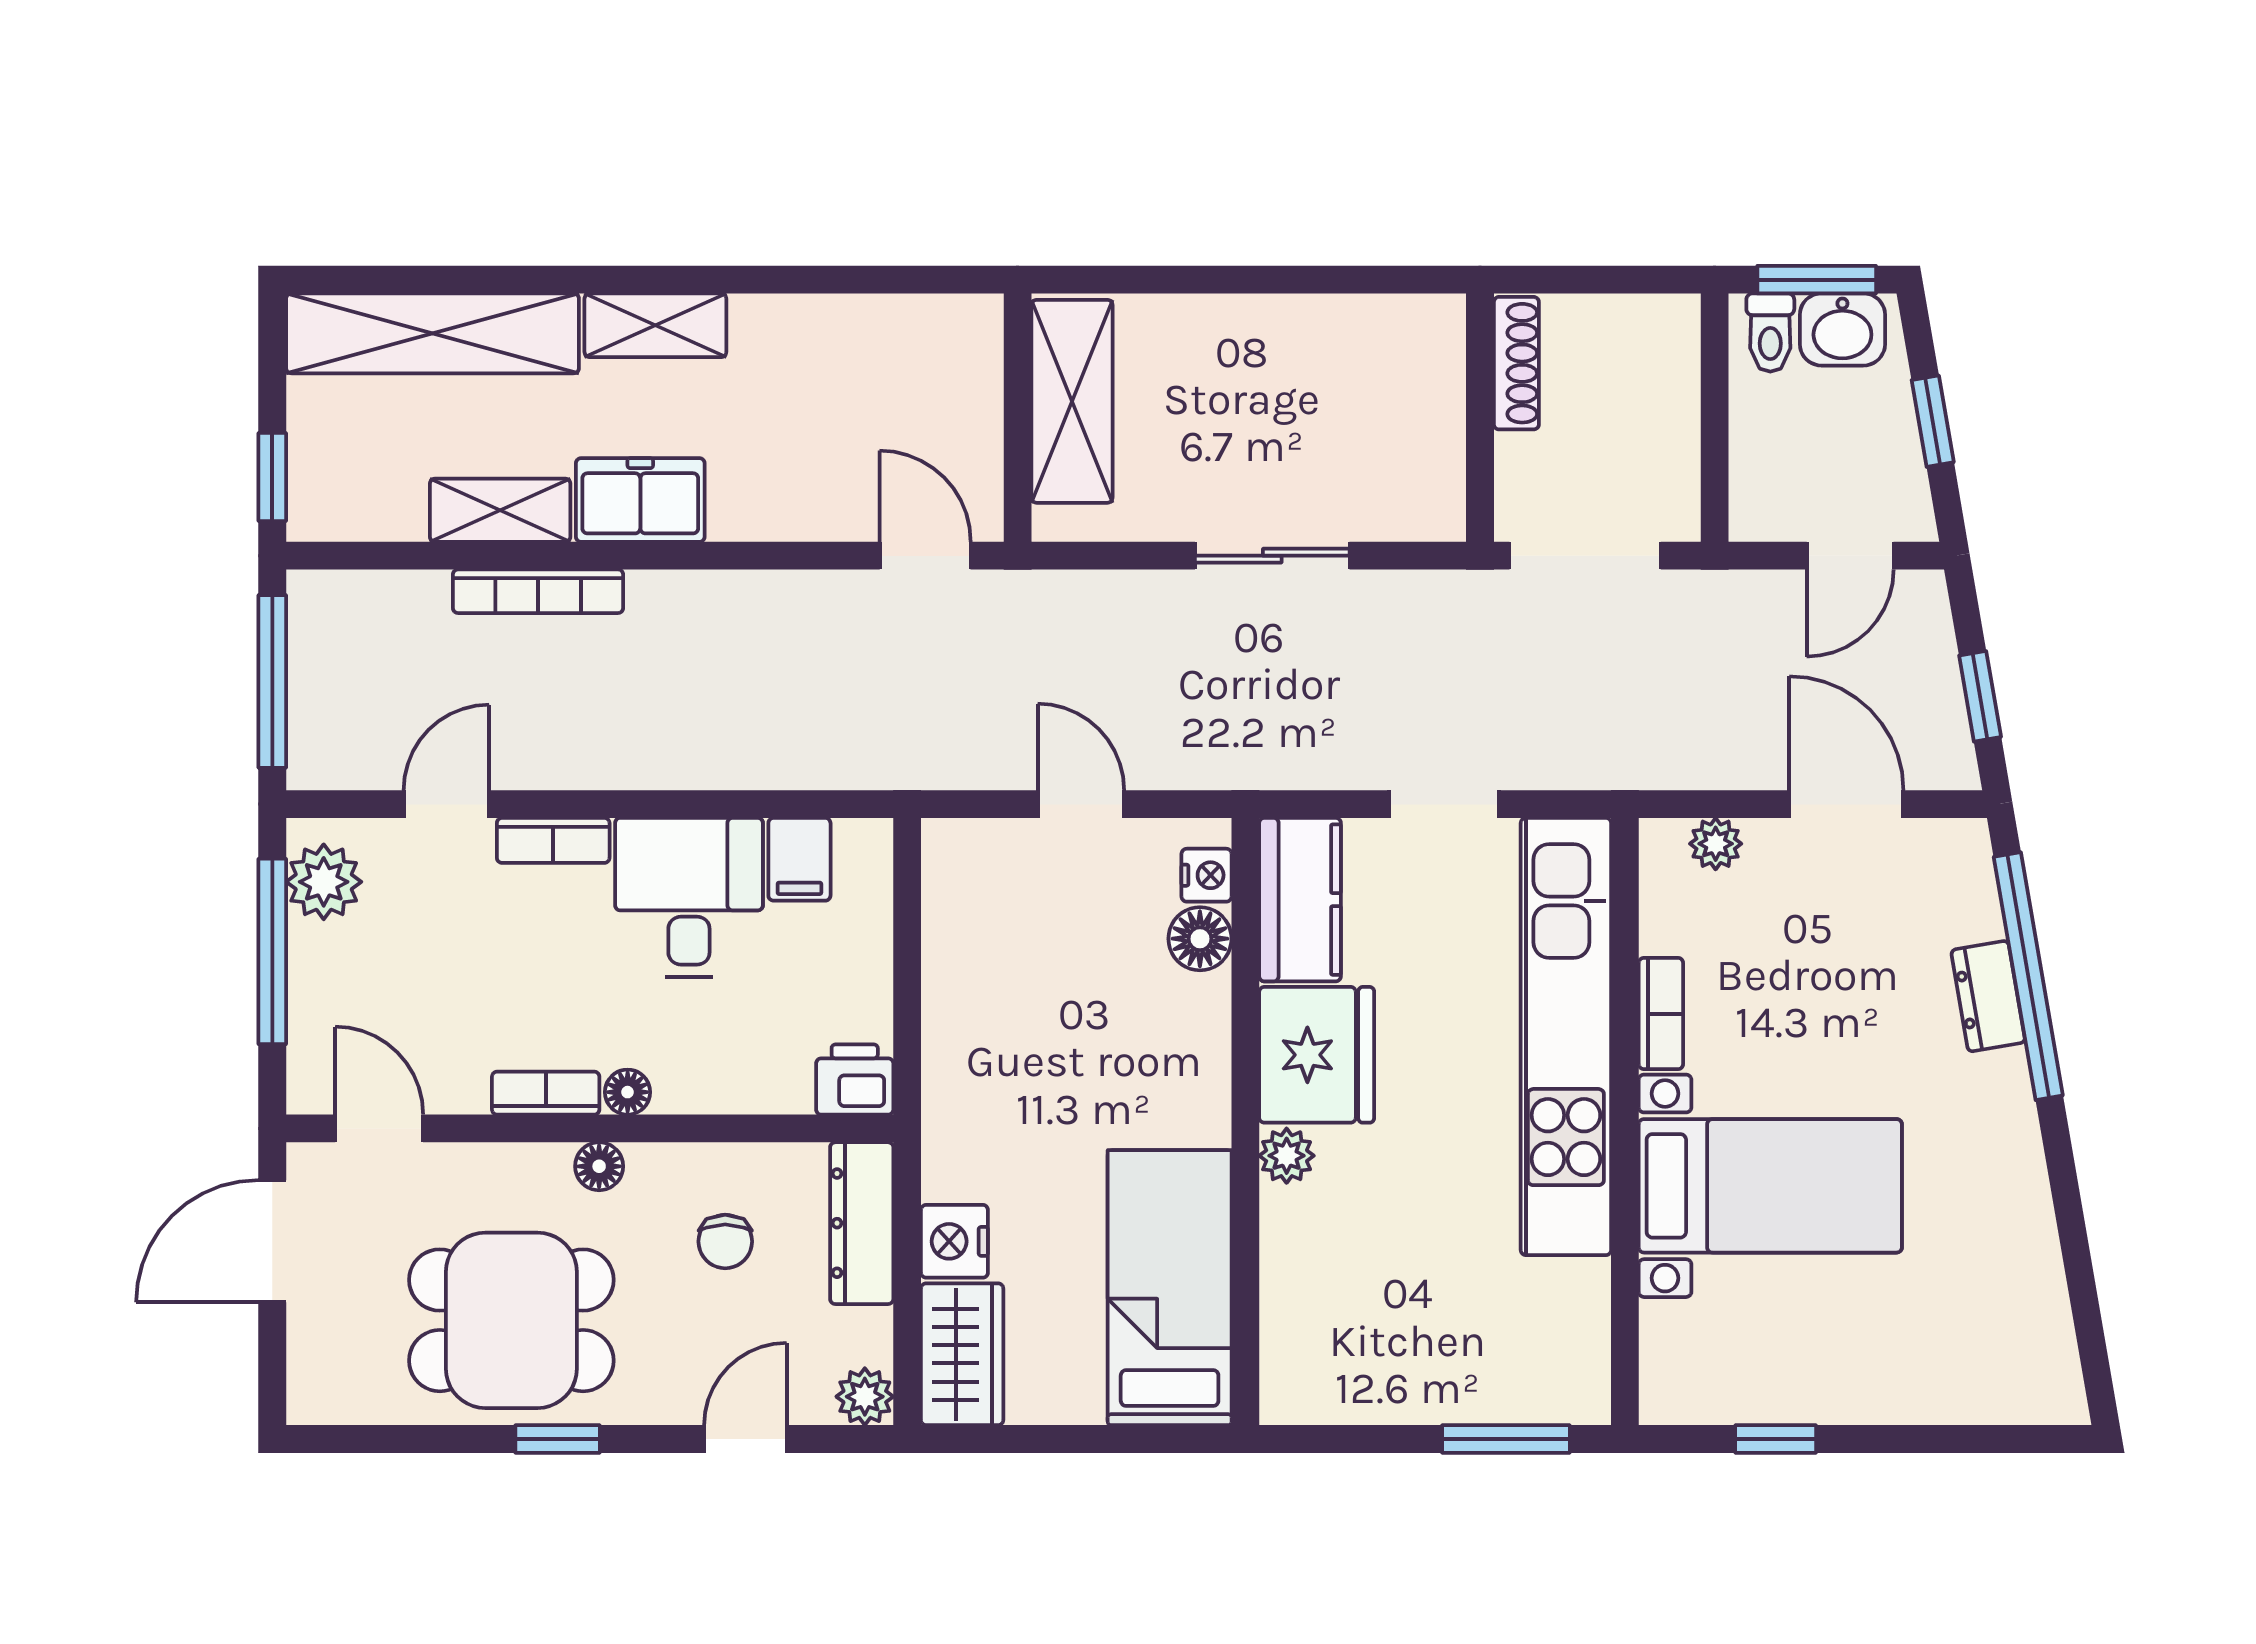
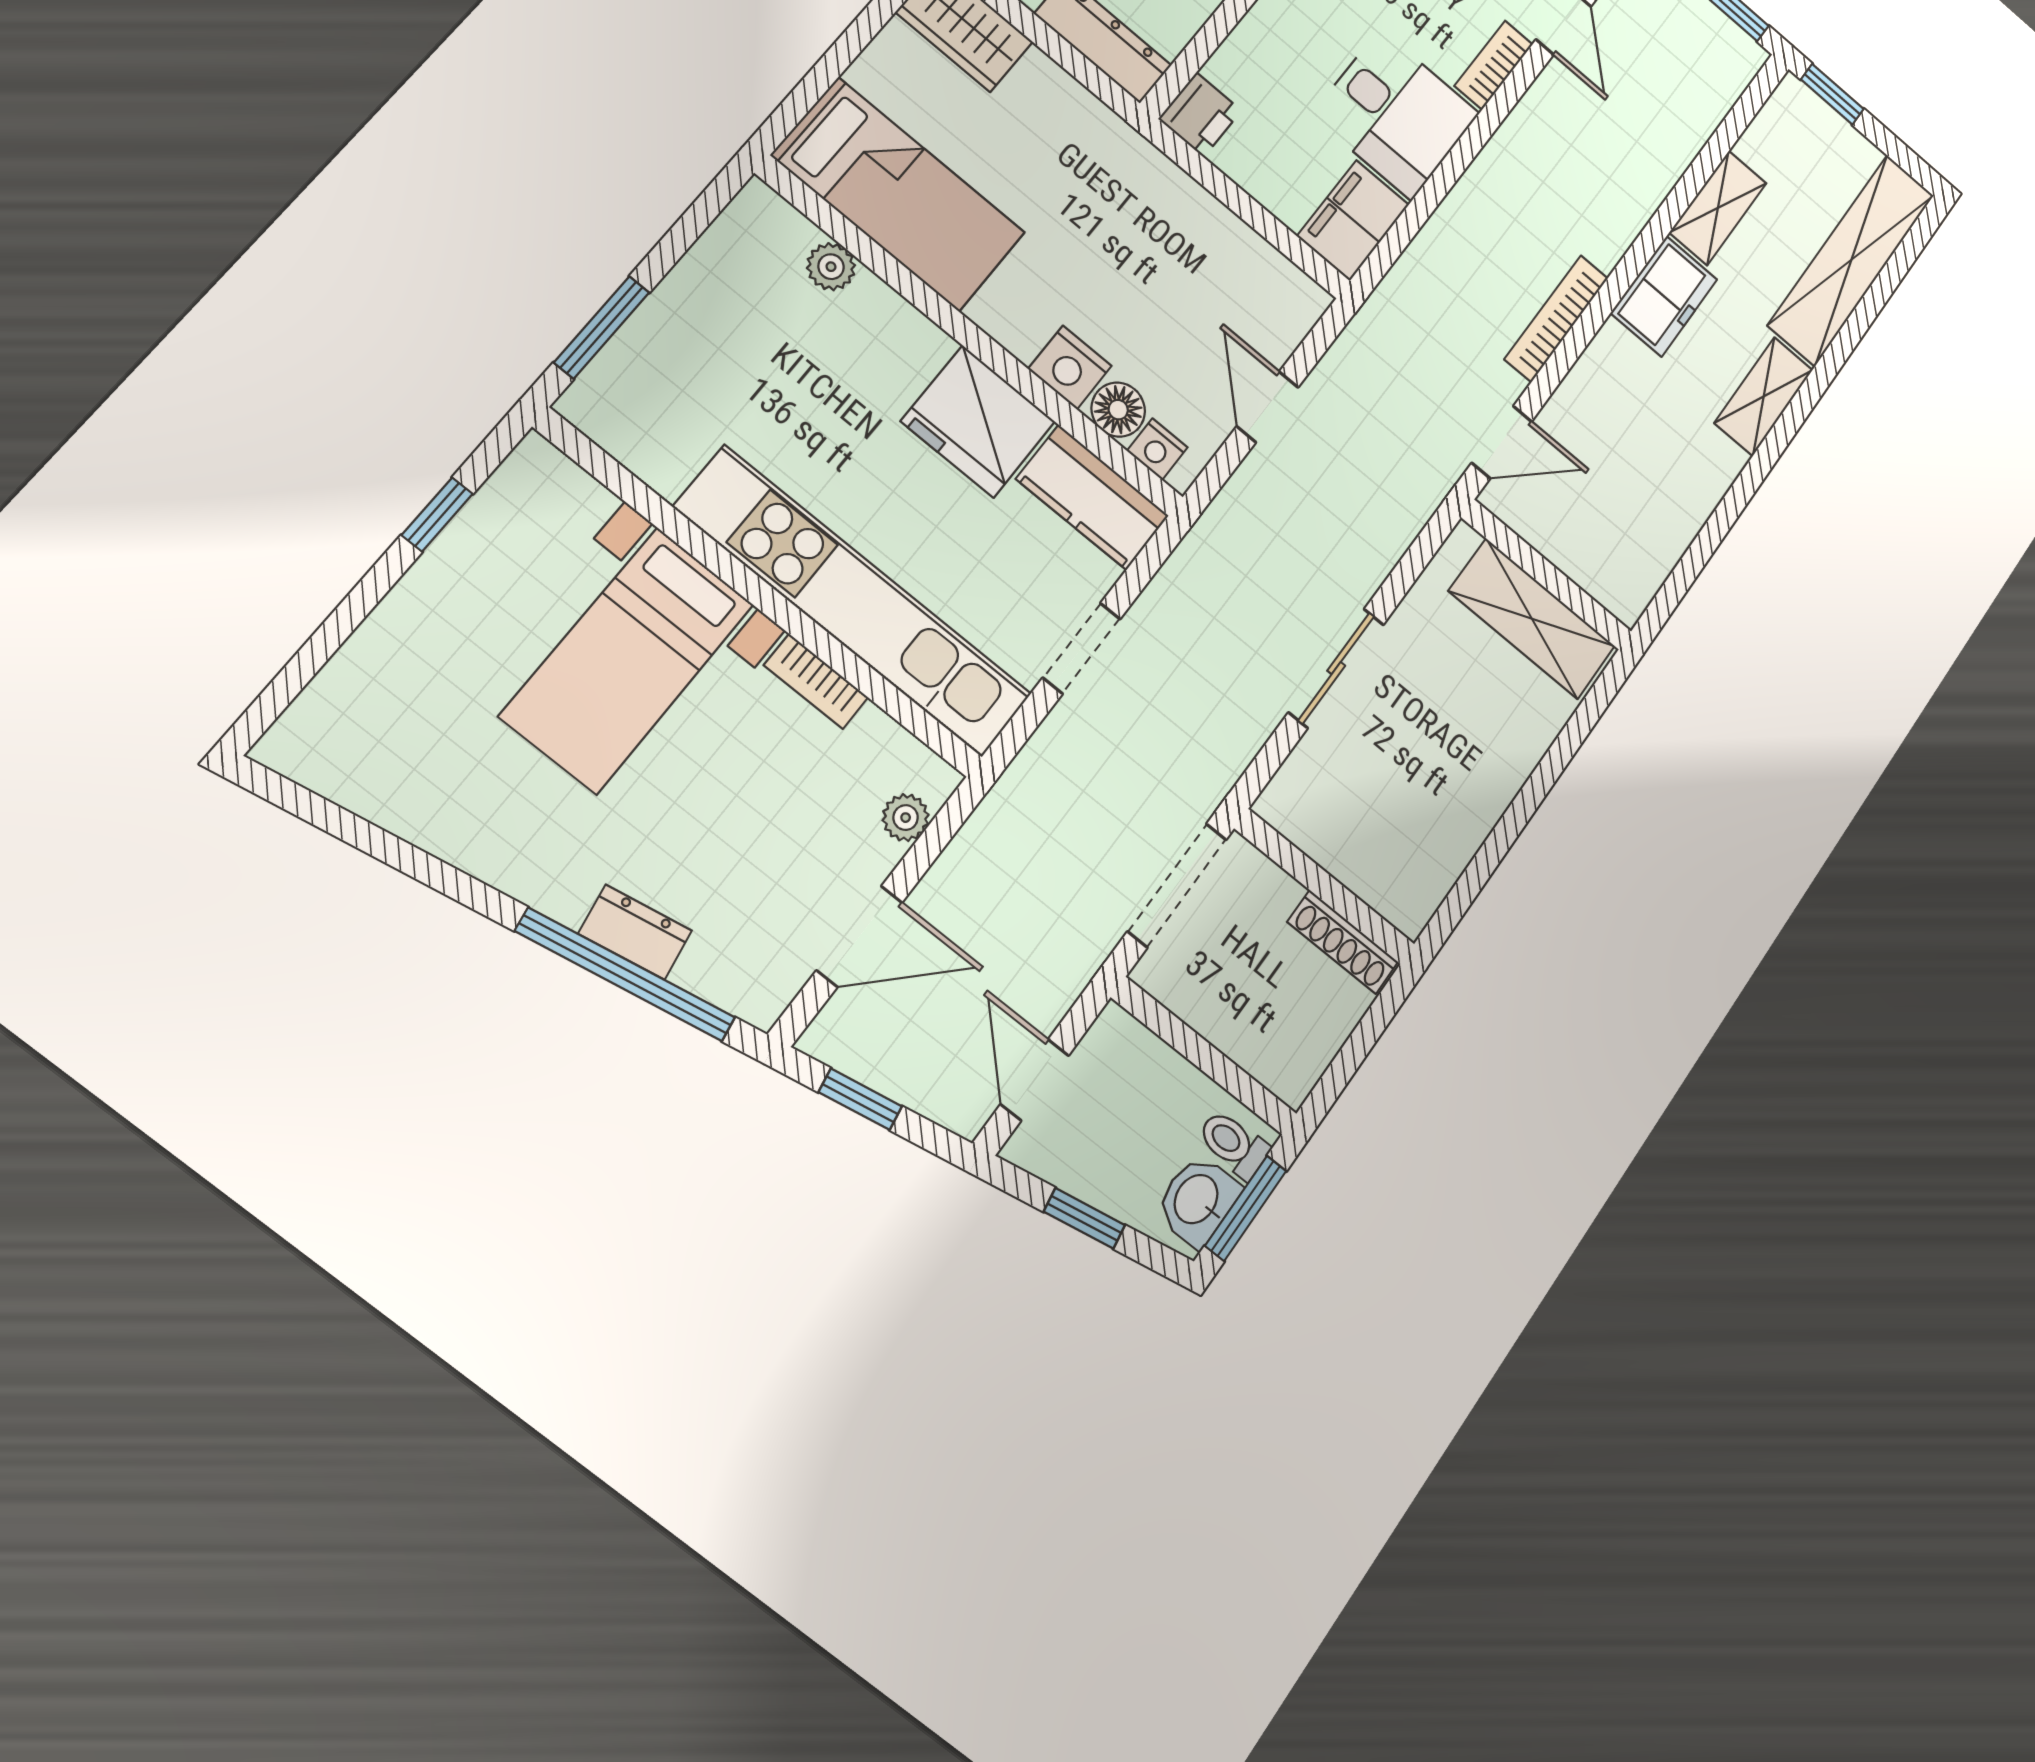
bookcase: (538, 591) -> (1556, 318), moved
door: (1081, 804) -> (1268, 407), swing flipped
filing cabinet: (799, 859) -> (1353, 220), width x2.00
plant: (1287, 1156) -> (831, 267), moved
nightstand: (954, 1241) -> (1070, 367), moved, turned 180

